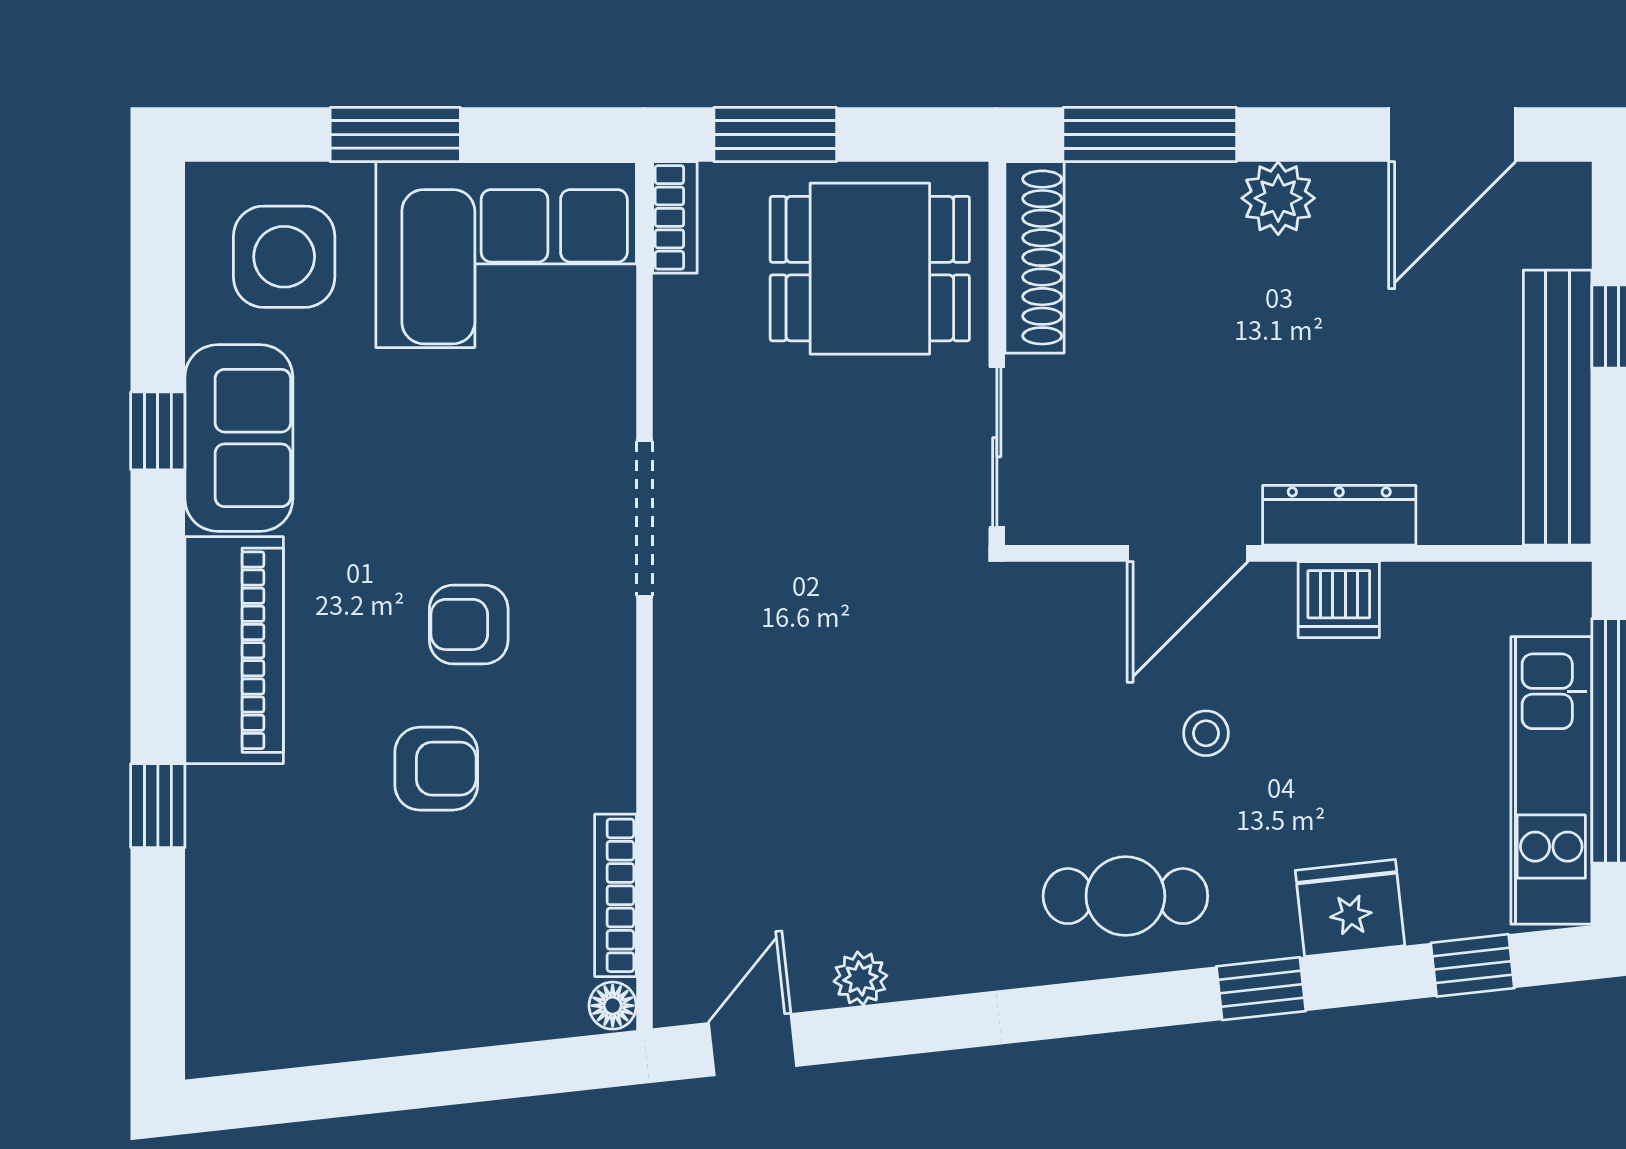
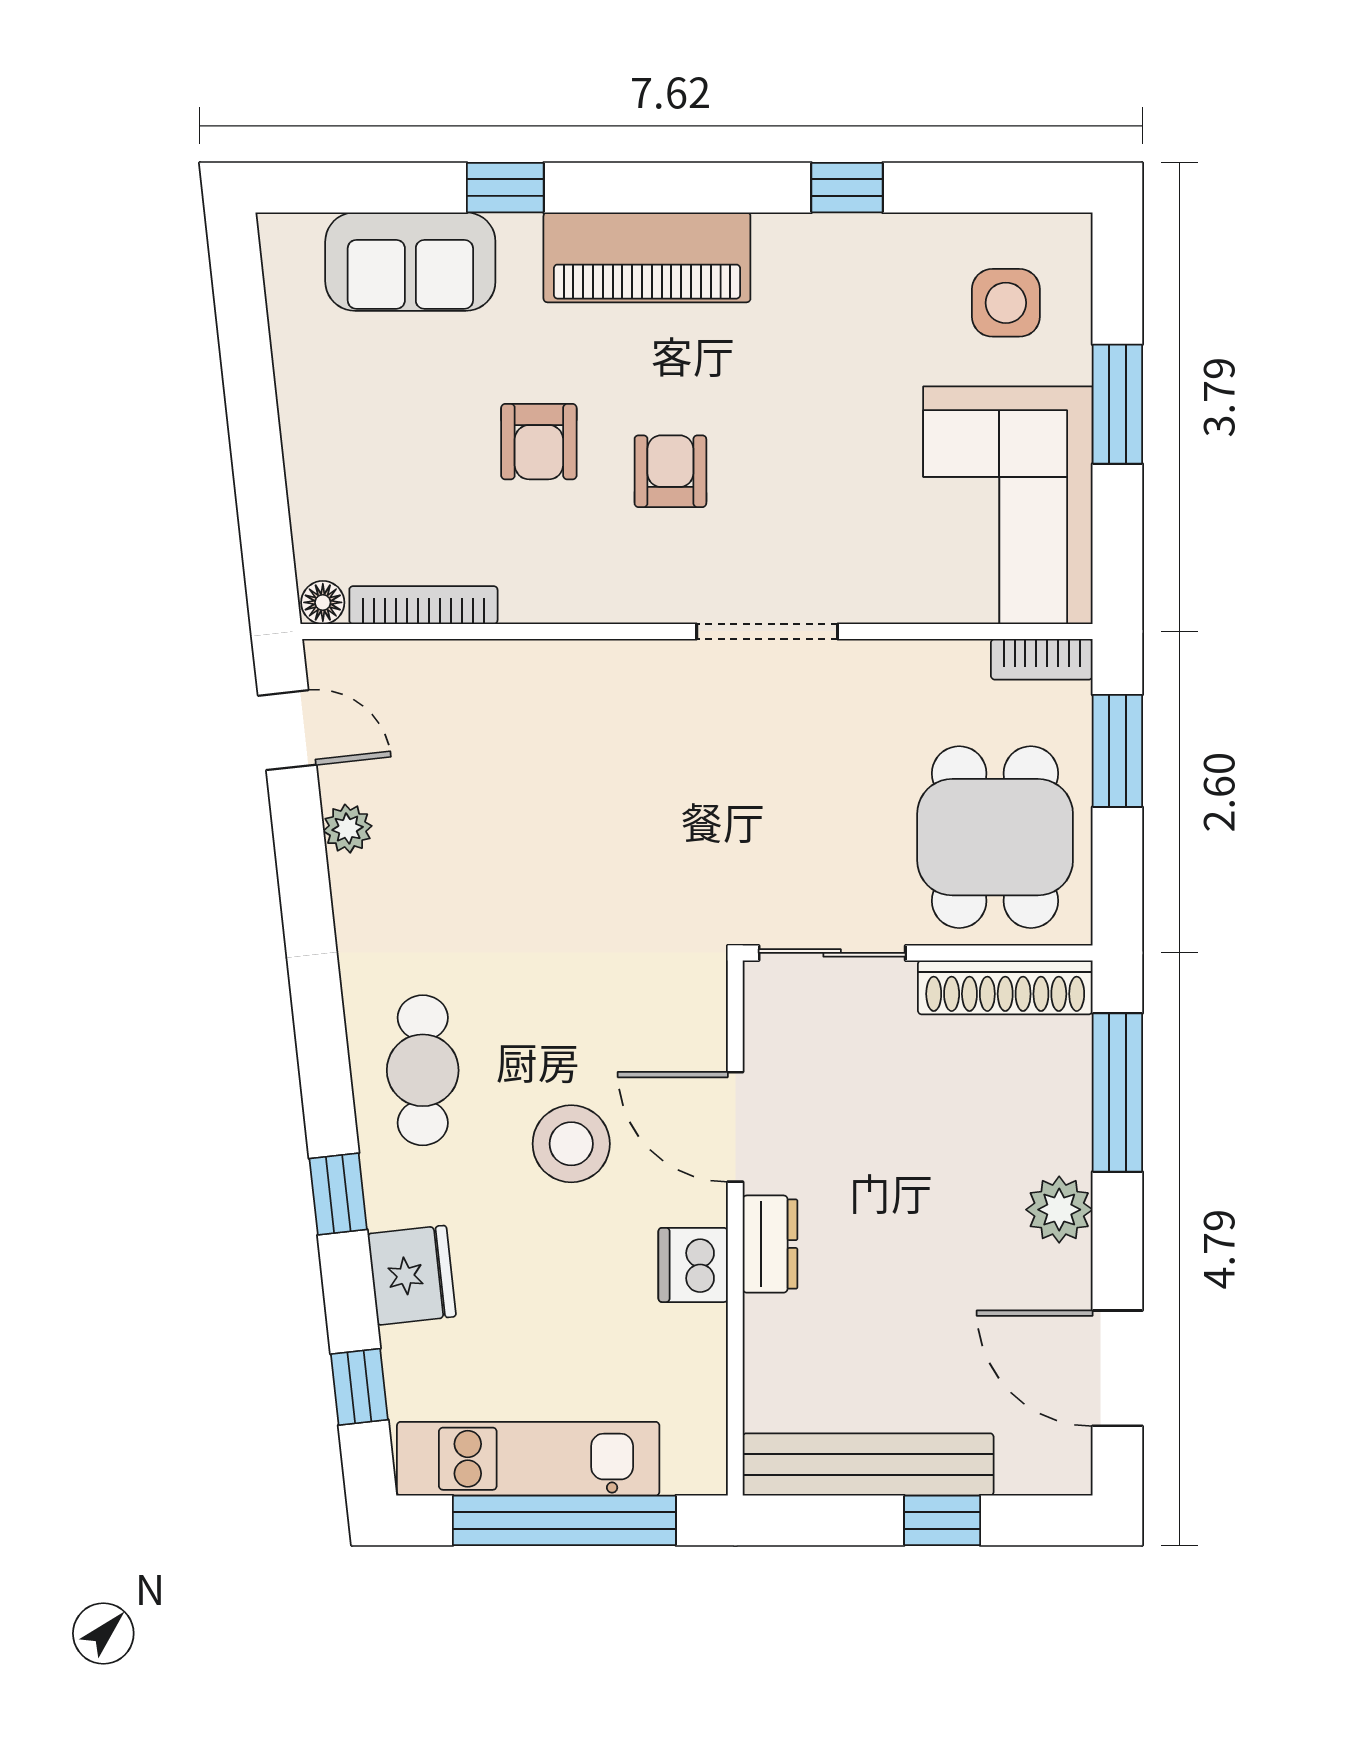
side table: (284, 257) -> (1006, 303), width x0.73, depth x0.73
sofa: (239, 438) -> (410, 262), moved
dresser: (1339, 515) -> (770, 1244), width x0.70
stool: (1206, 733) -> (571, 1144), width x1.89, depth x1.89

